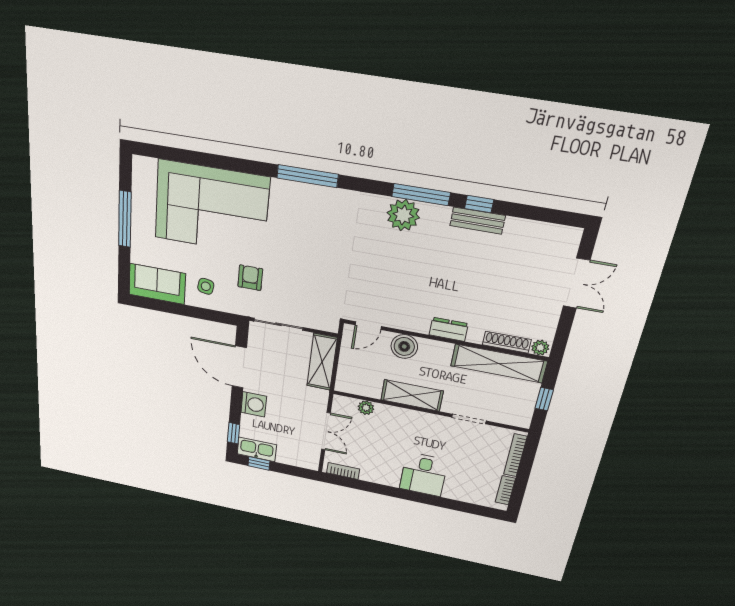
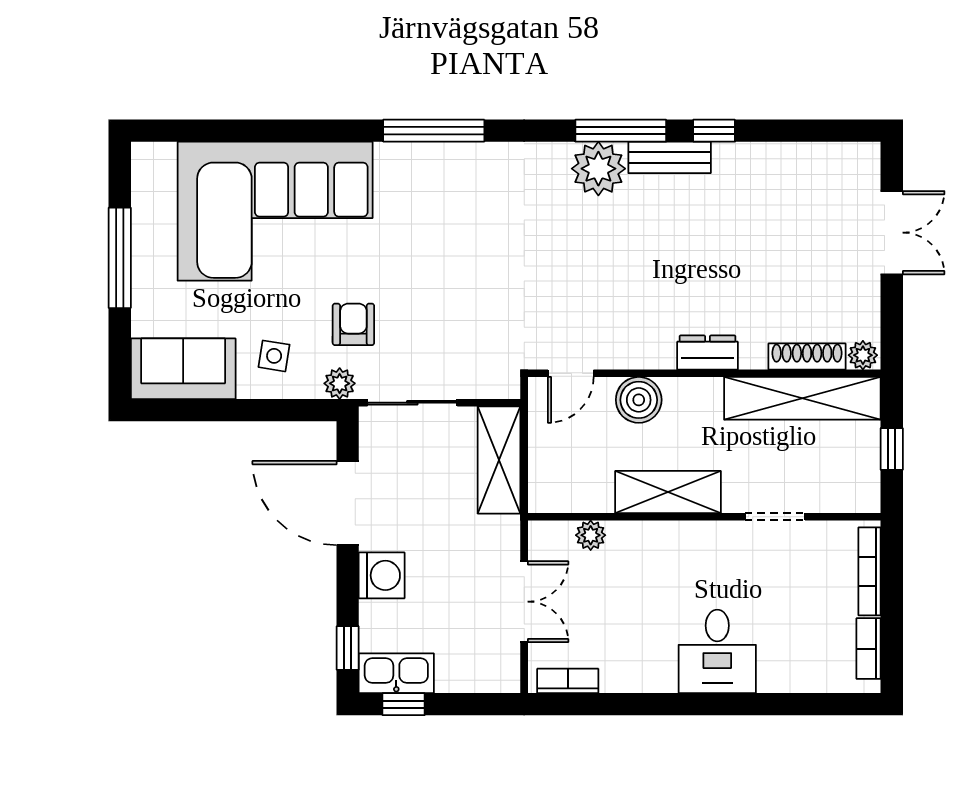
bench: (478, 221) -> (670, 157), moved
plant: (240, 307) -> (340, 383), added

